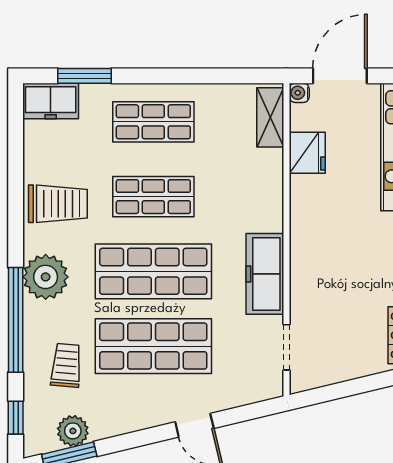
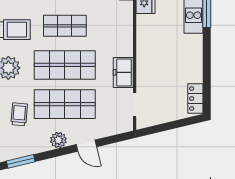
freezer: (265, 274) -> (123, 72), width x0.71
plant: (73, 431) -> (58, 140), moved

